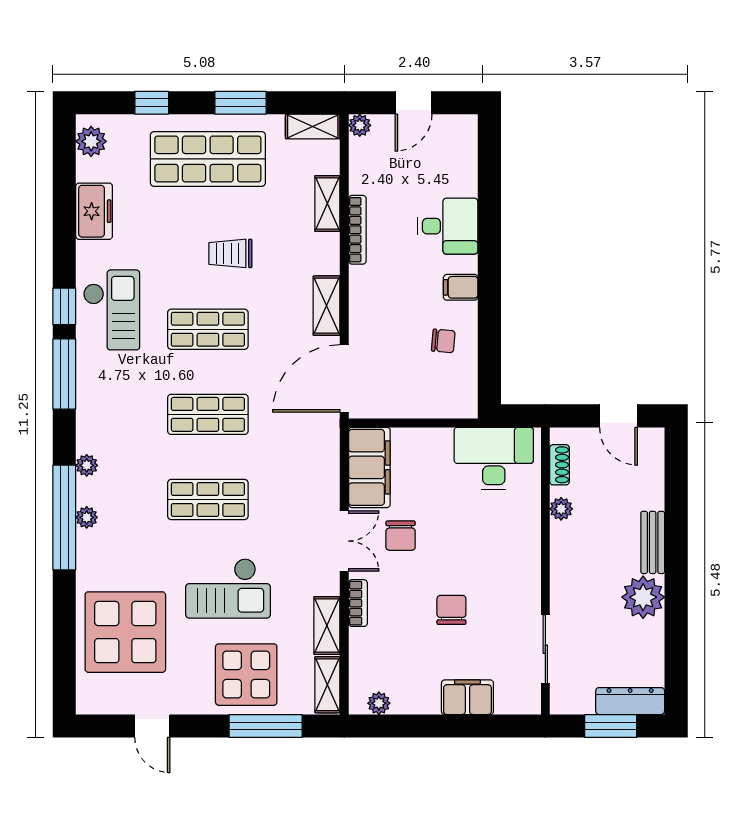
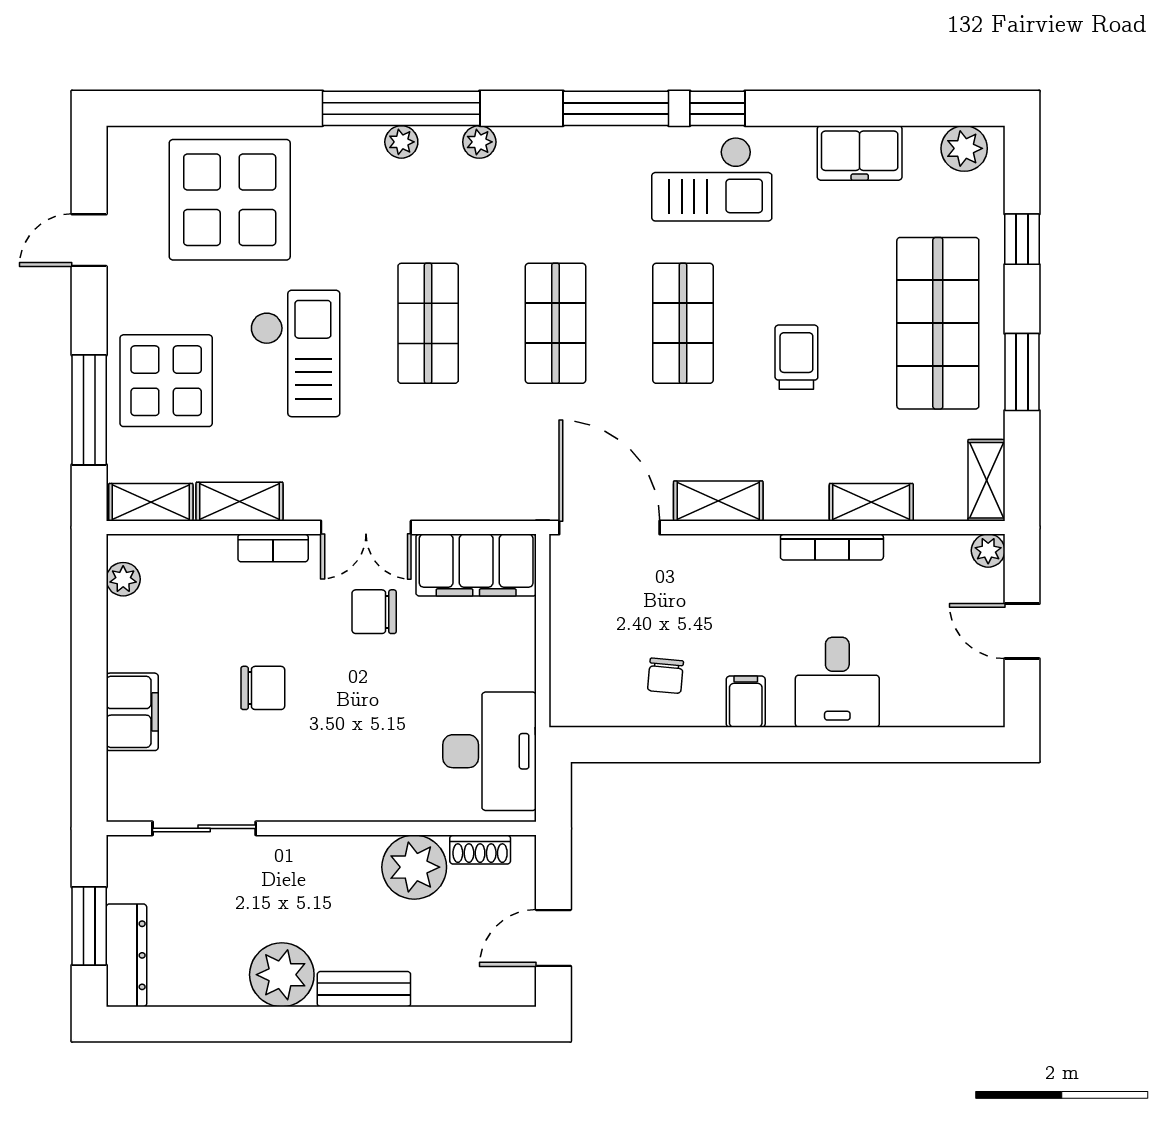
plant: (561, 509) -> (414, 867), width x1.87, depth x1.87
checkout: (228, 588) -> (295, 353), turned 180

